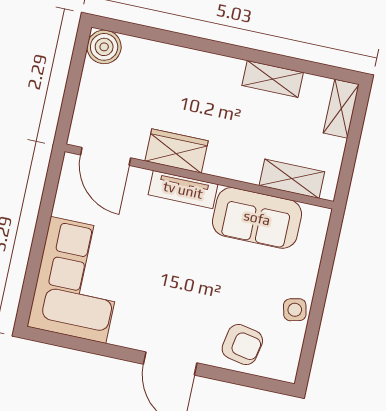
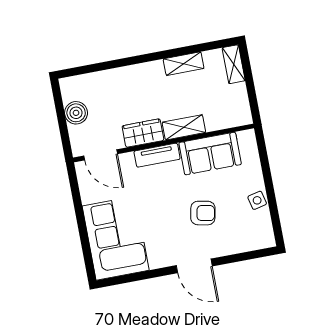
boiler: (104, 47) -> (76, 113), moved
shelving: (292, 179) -> (184, 127), moved
armchair: (242, 345) -> (203, 213), moved

